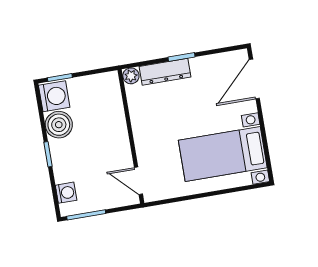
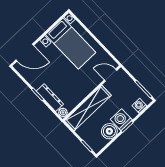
washing machine: (54, 96) -> (121, 120), moved
shelving: (113, 116) -> (88, 108), added
door: (138, 181) -> (111, 75), swing flipped

